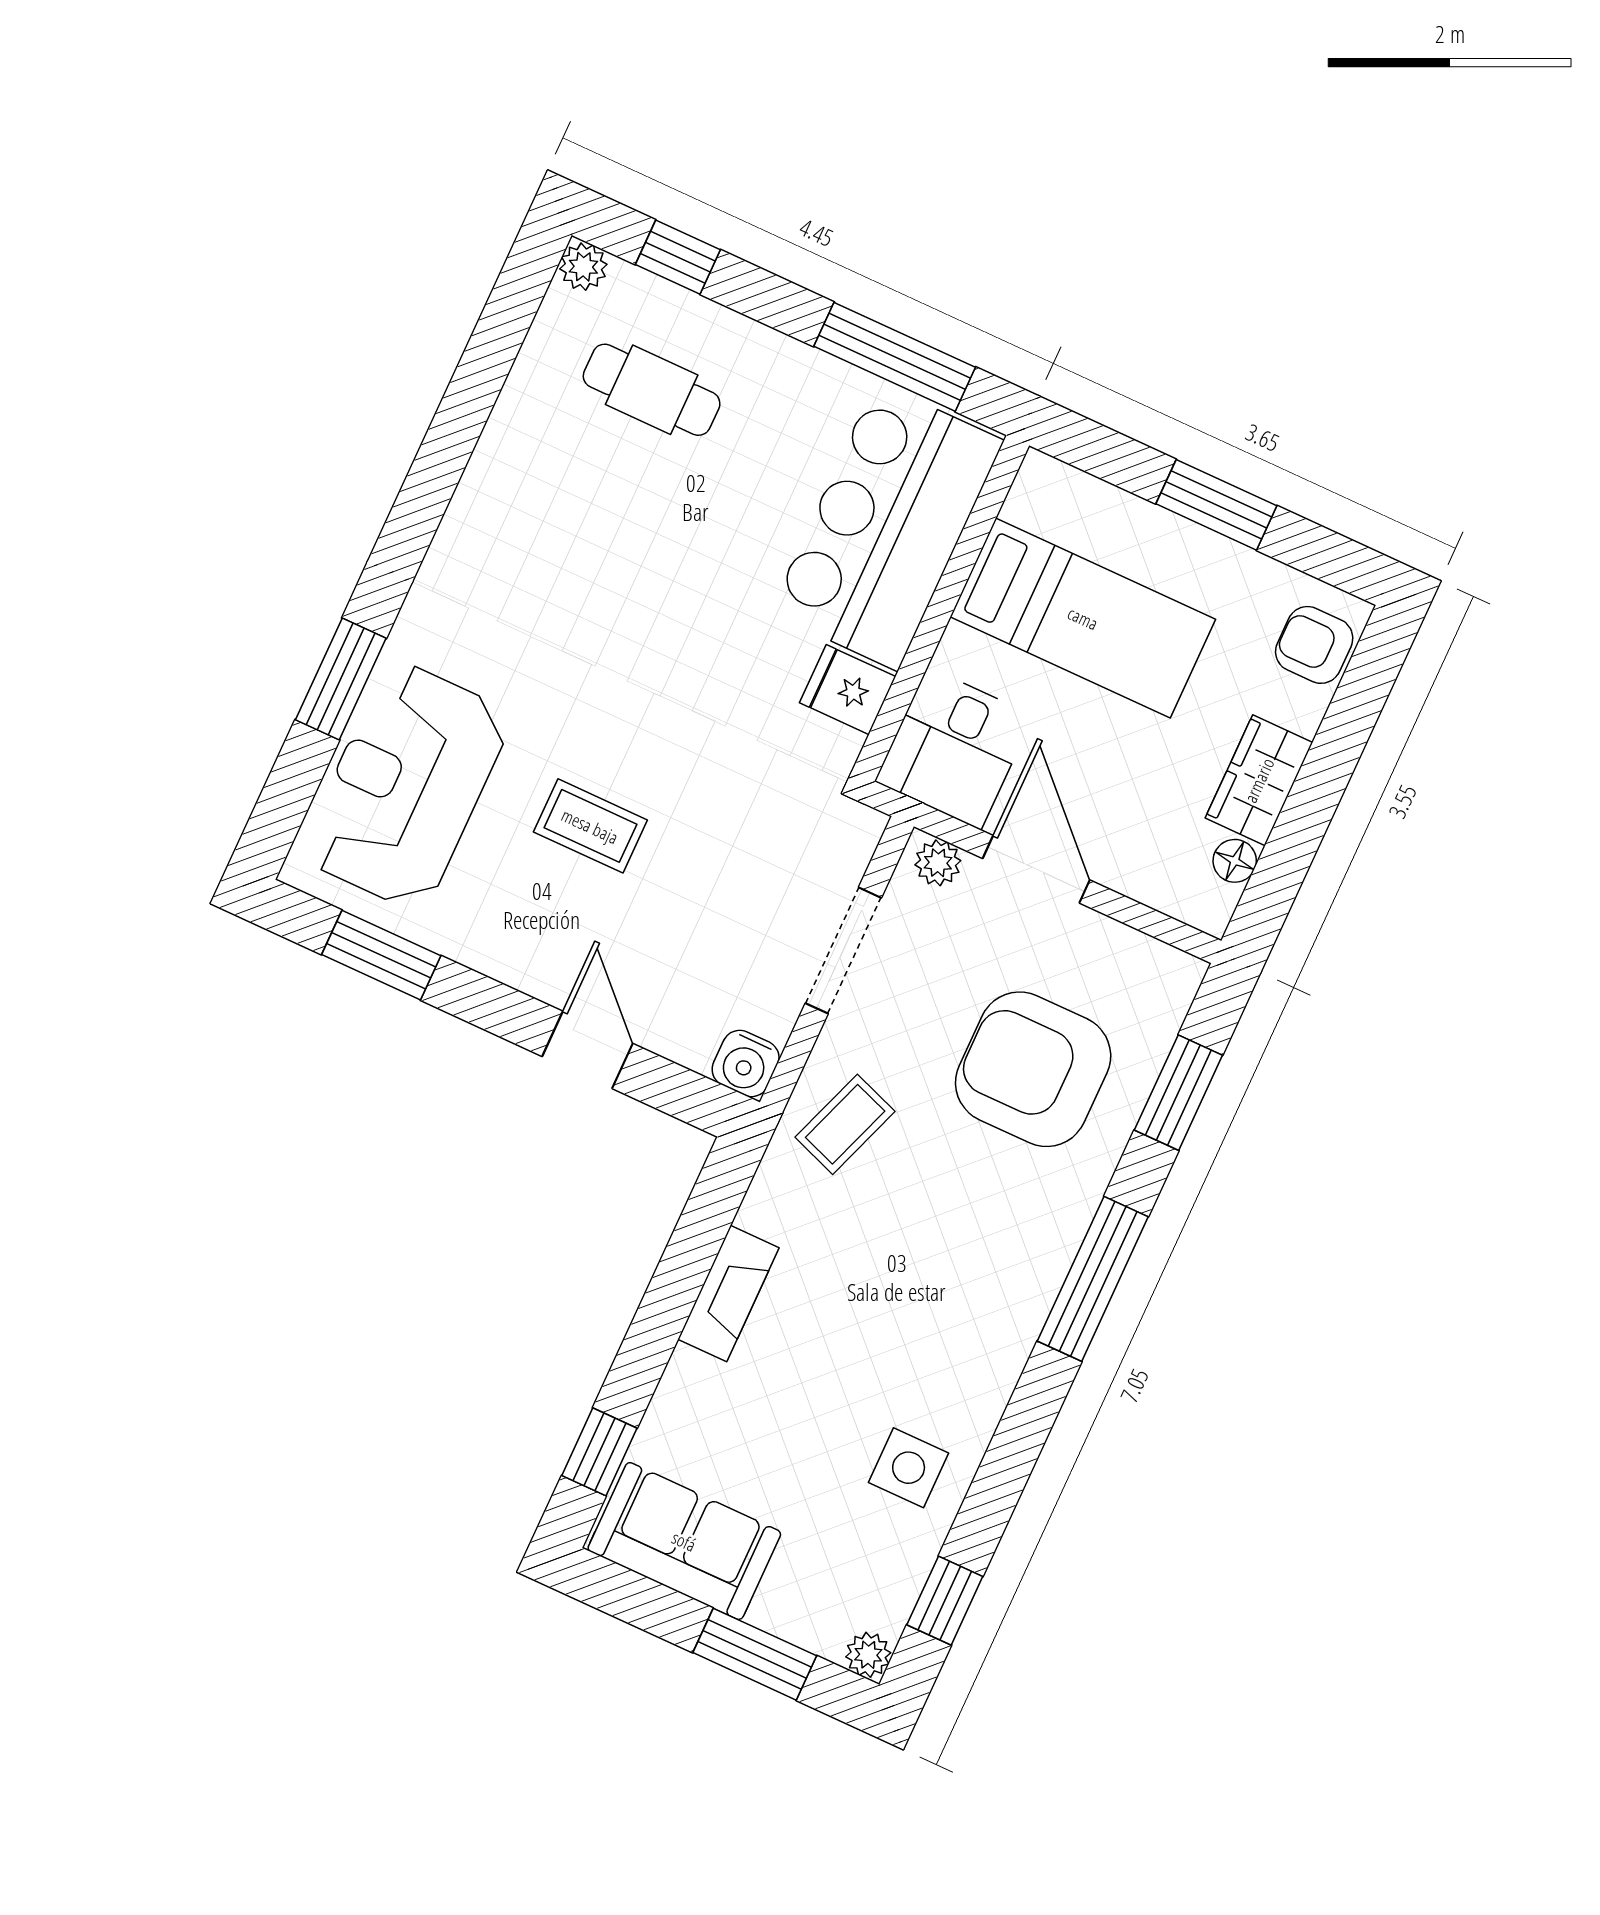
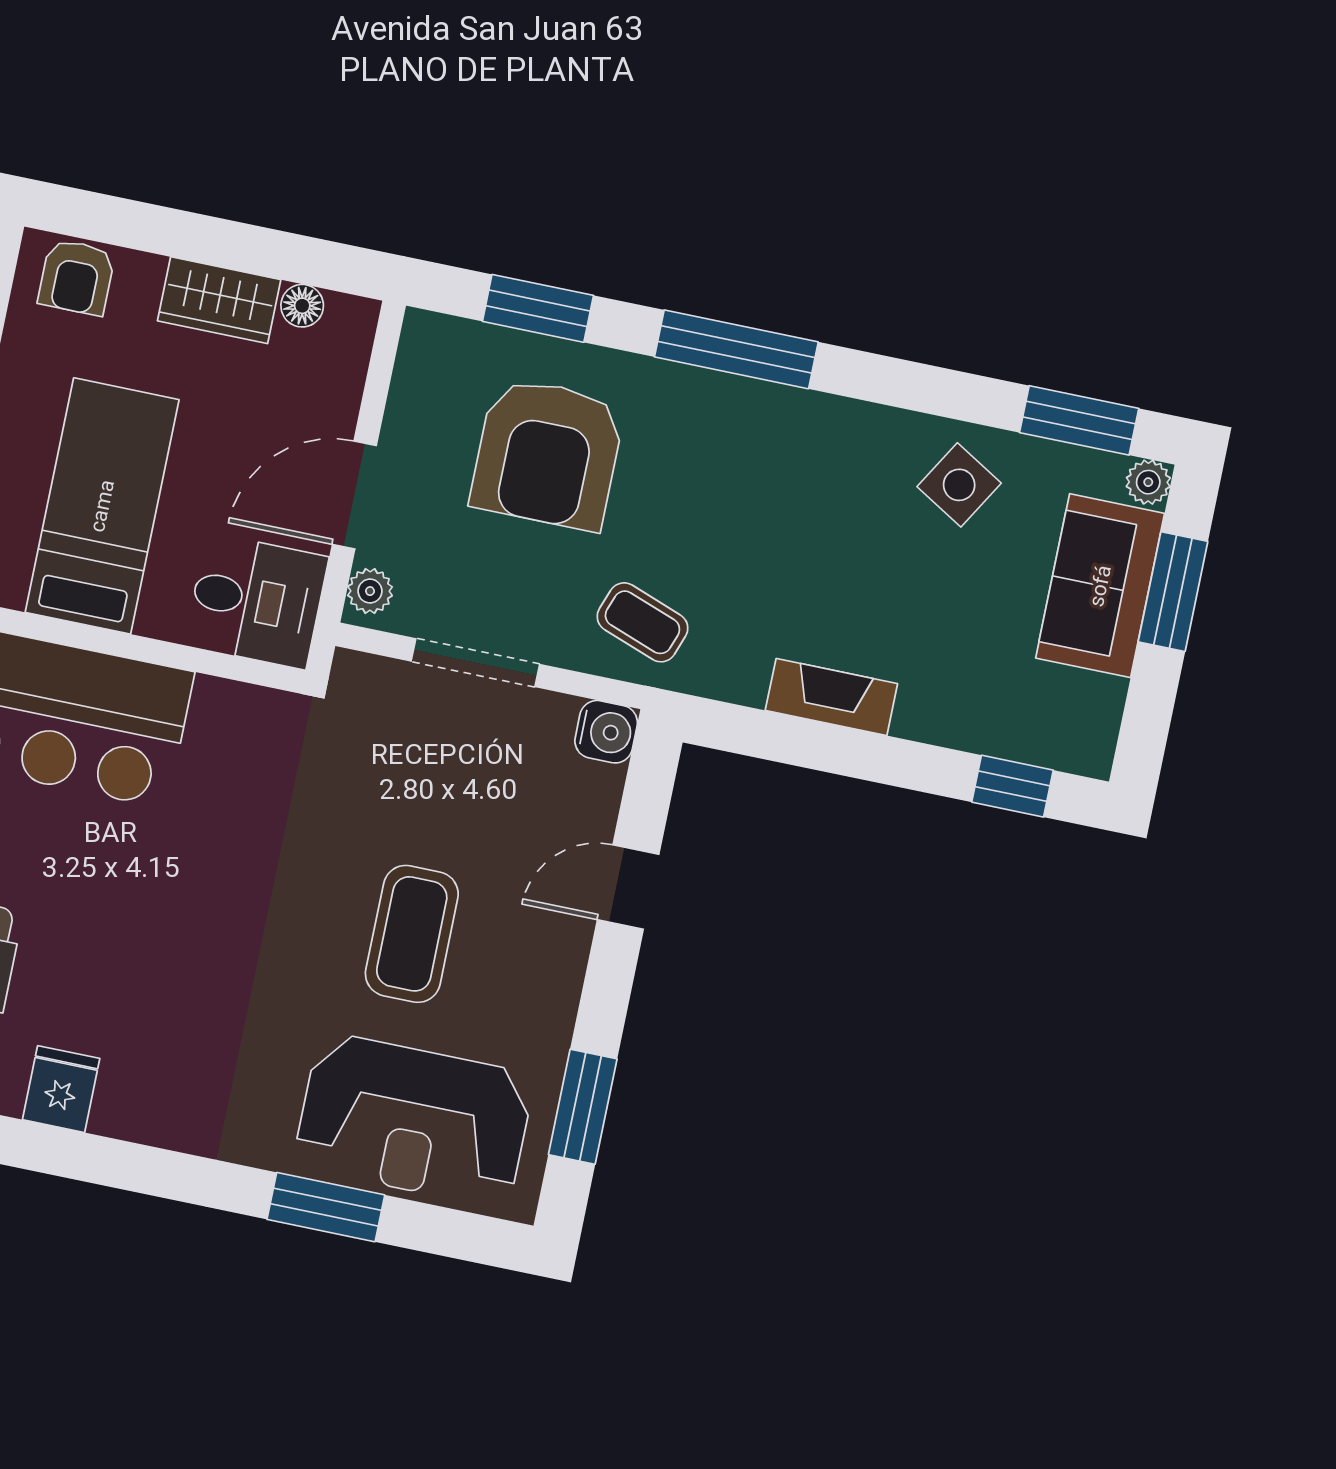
fridge: (848, 690) -> (61, 1089), moved, turned 180
coffee table: (590, 826) -> (412, 934), width x1.36, depth x1.30
side table: (909, 1468) -> (959, 485), turned 31
sofa: (684, 1541) -> (1100, 586), moved
window: (945, 1601) -> (1079, 420), width x1.50

